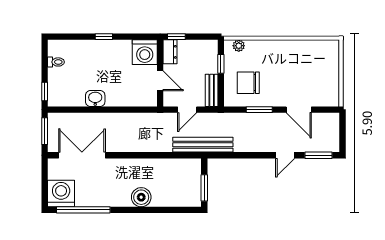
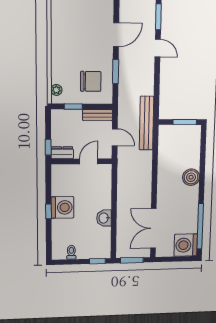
washing machine: (145, 52) -> (62, 207), moved
chair: (248, 83) -> (91, 81), turned -90

